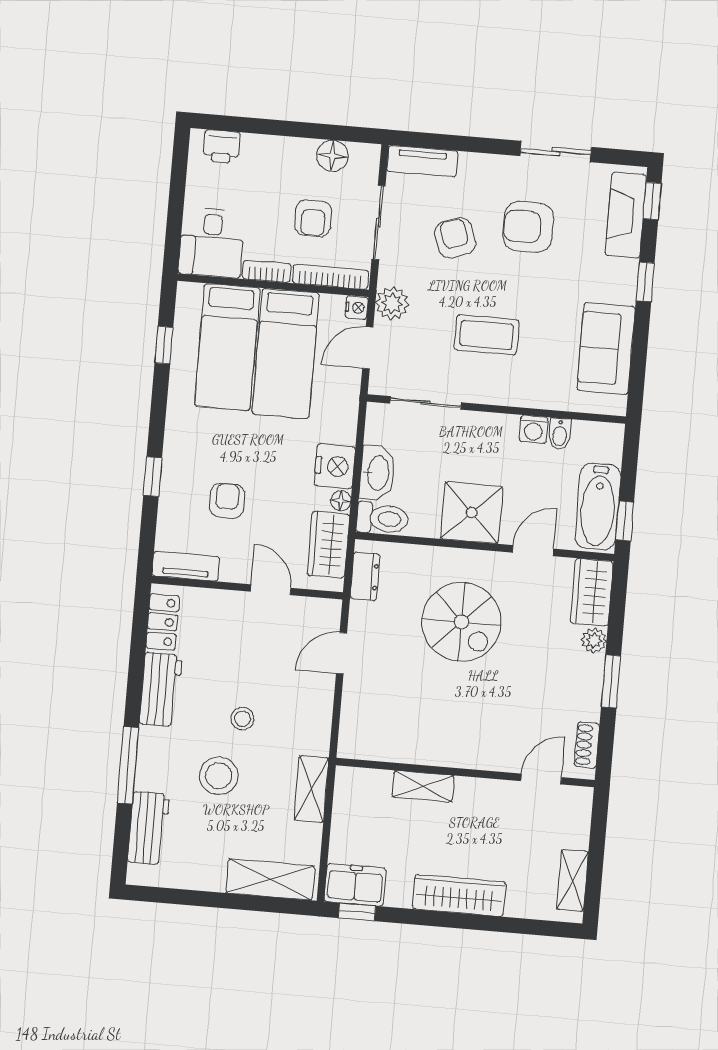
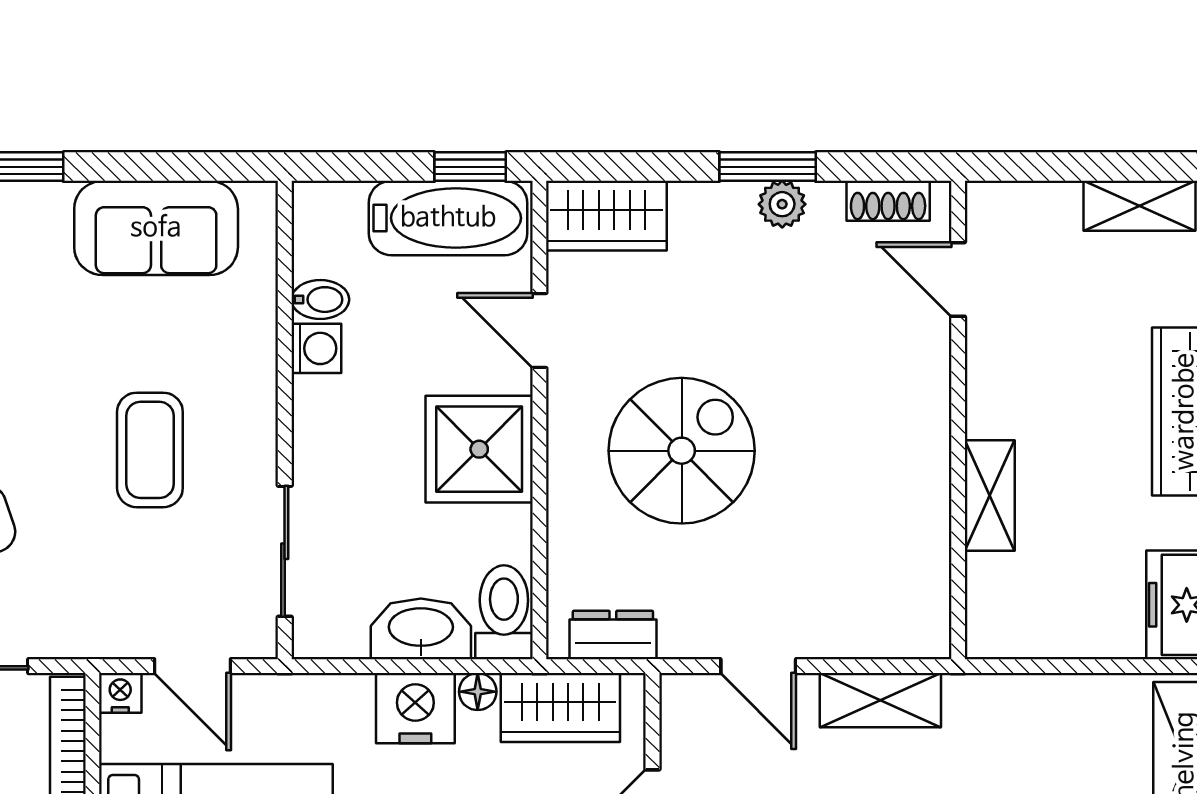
plant: (392, 303) -> (107, 628), removed
plant: (594, 640) -> (782, 204), moved
shelving: (311, 789) -> (880, 700), moved

